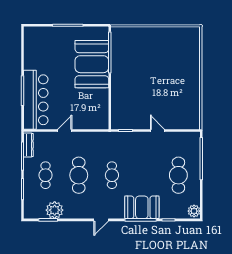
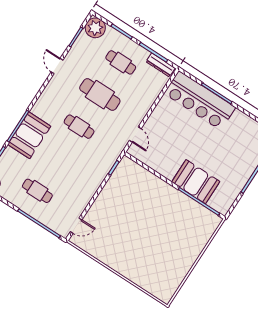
booth: (92, 64) -> (196, 182), width x0.73, depth x0.70
door: (65, 130) -> (135, 135), moved
door: (157, 130) -> (76, 226), moved
cafe table: (178, 175) -> (37, 191), width x0.73, depth x0.74
plant: (55, 210) -> (95, 28), moved
door: (101, 220) -> (57, 66), moved

